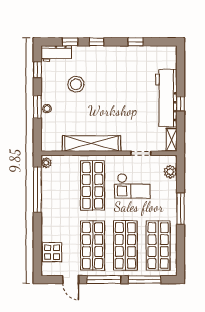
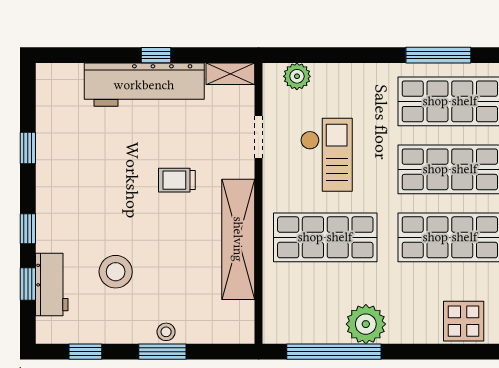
workbench: (56, 53) -> (52, 284), moved
trolley: (120, 114) -> (177, 180), added
plant: (46, 163) -> (366, 324), moved, width x1.88, depth x1.88
window: (180, 209) -> (438, 55), moved

